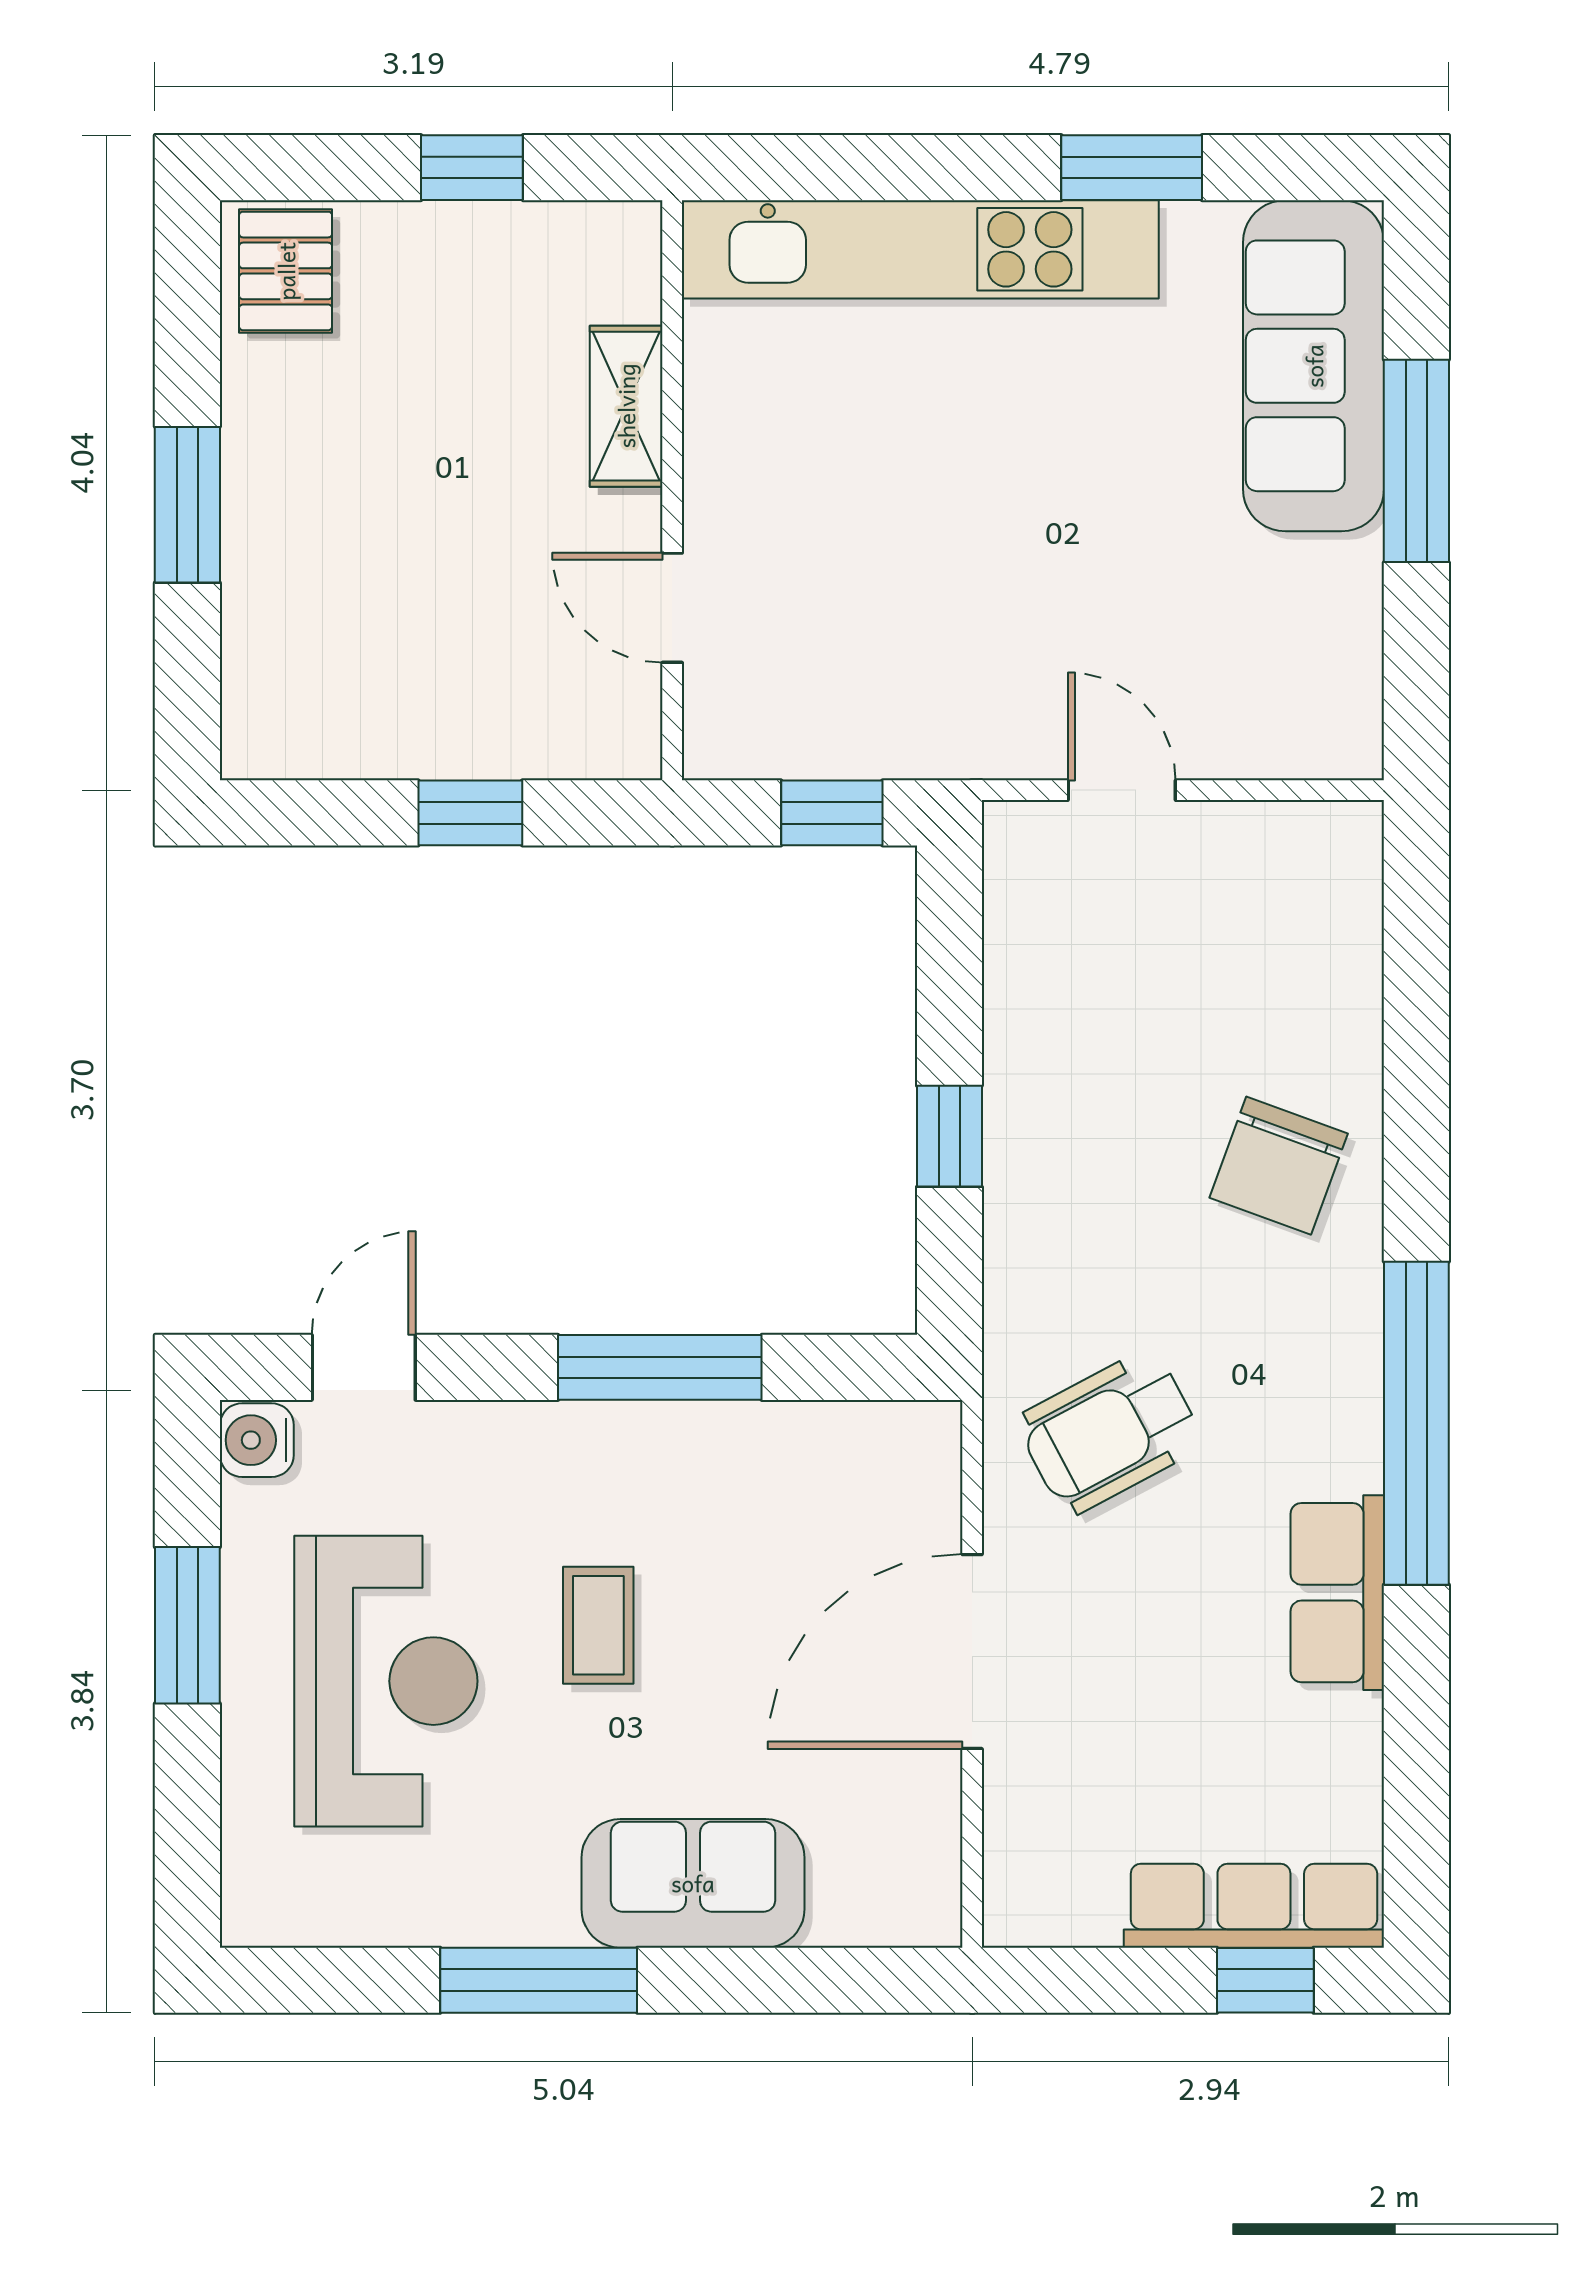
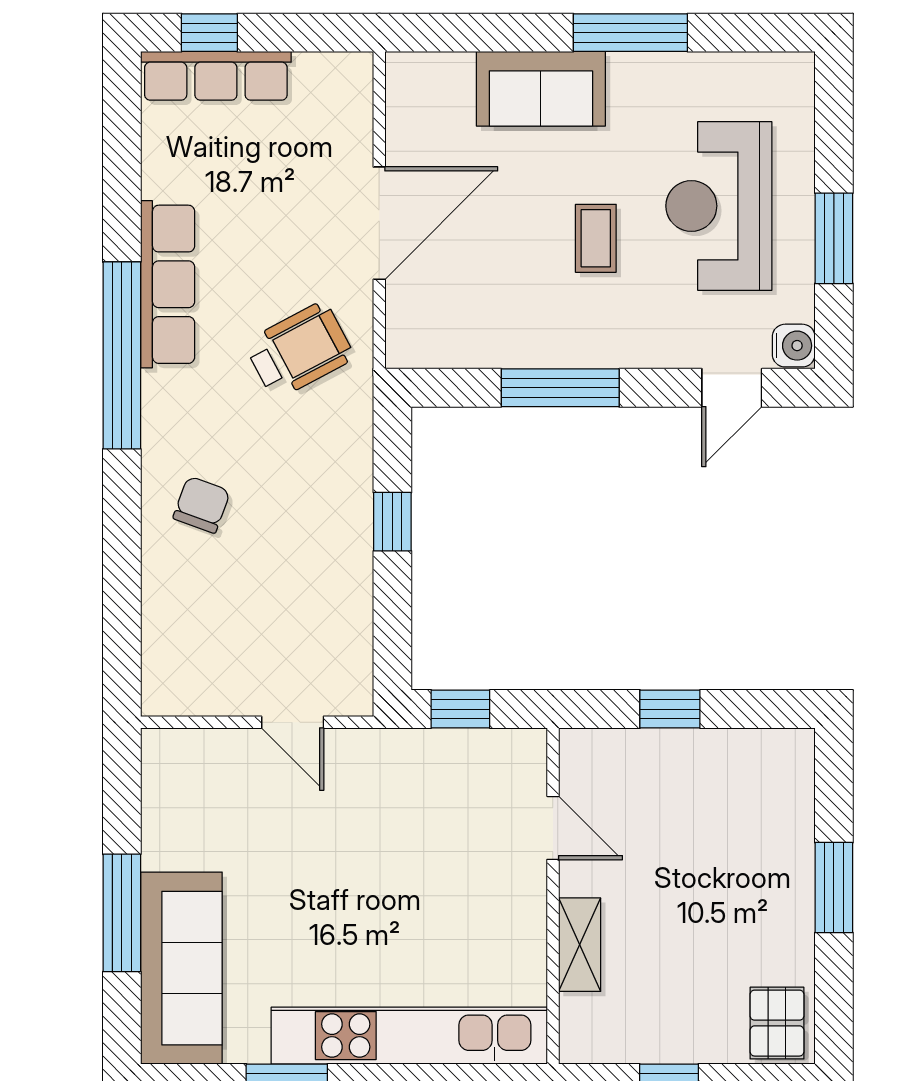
chair: (1279, 1166) -> (202, 505), width x0.73, depth x0.73
row of seats: (1337, 1593) -> (168, 284), width x1.48

